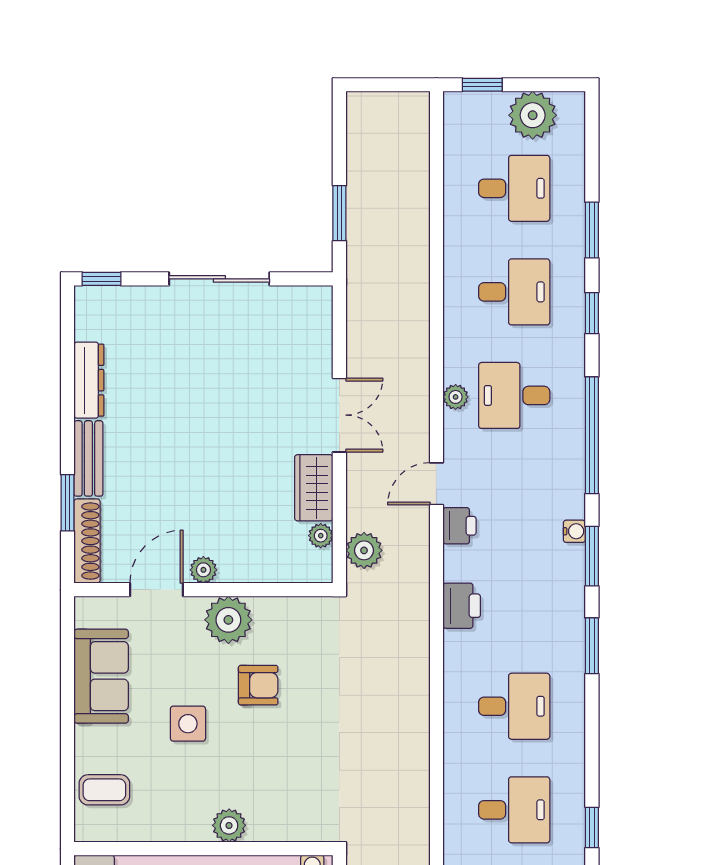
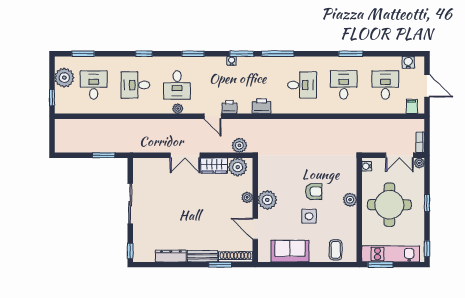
window: (592, 230) -> (83, 54), moved
desk: (514, 292) -> (135, 85), turned -90
double door: (339, 415) -> (185, 155), swing flipped
window: (592, 435) -> (193, 54), width x0.47
plant: (321, 536) -> (238, 167), width x1.88, depth x1.88
plant: (203, 570) -> (247, 197), moved
window: (592, 646) -> (278, 54), width x1.44
armchair: (258, 685) -> (314, 192), moved, turned 90
desk: (514, 706) -> (302, 85), turned 90
window: (592, 827) -> (351, 54), width x1.50

